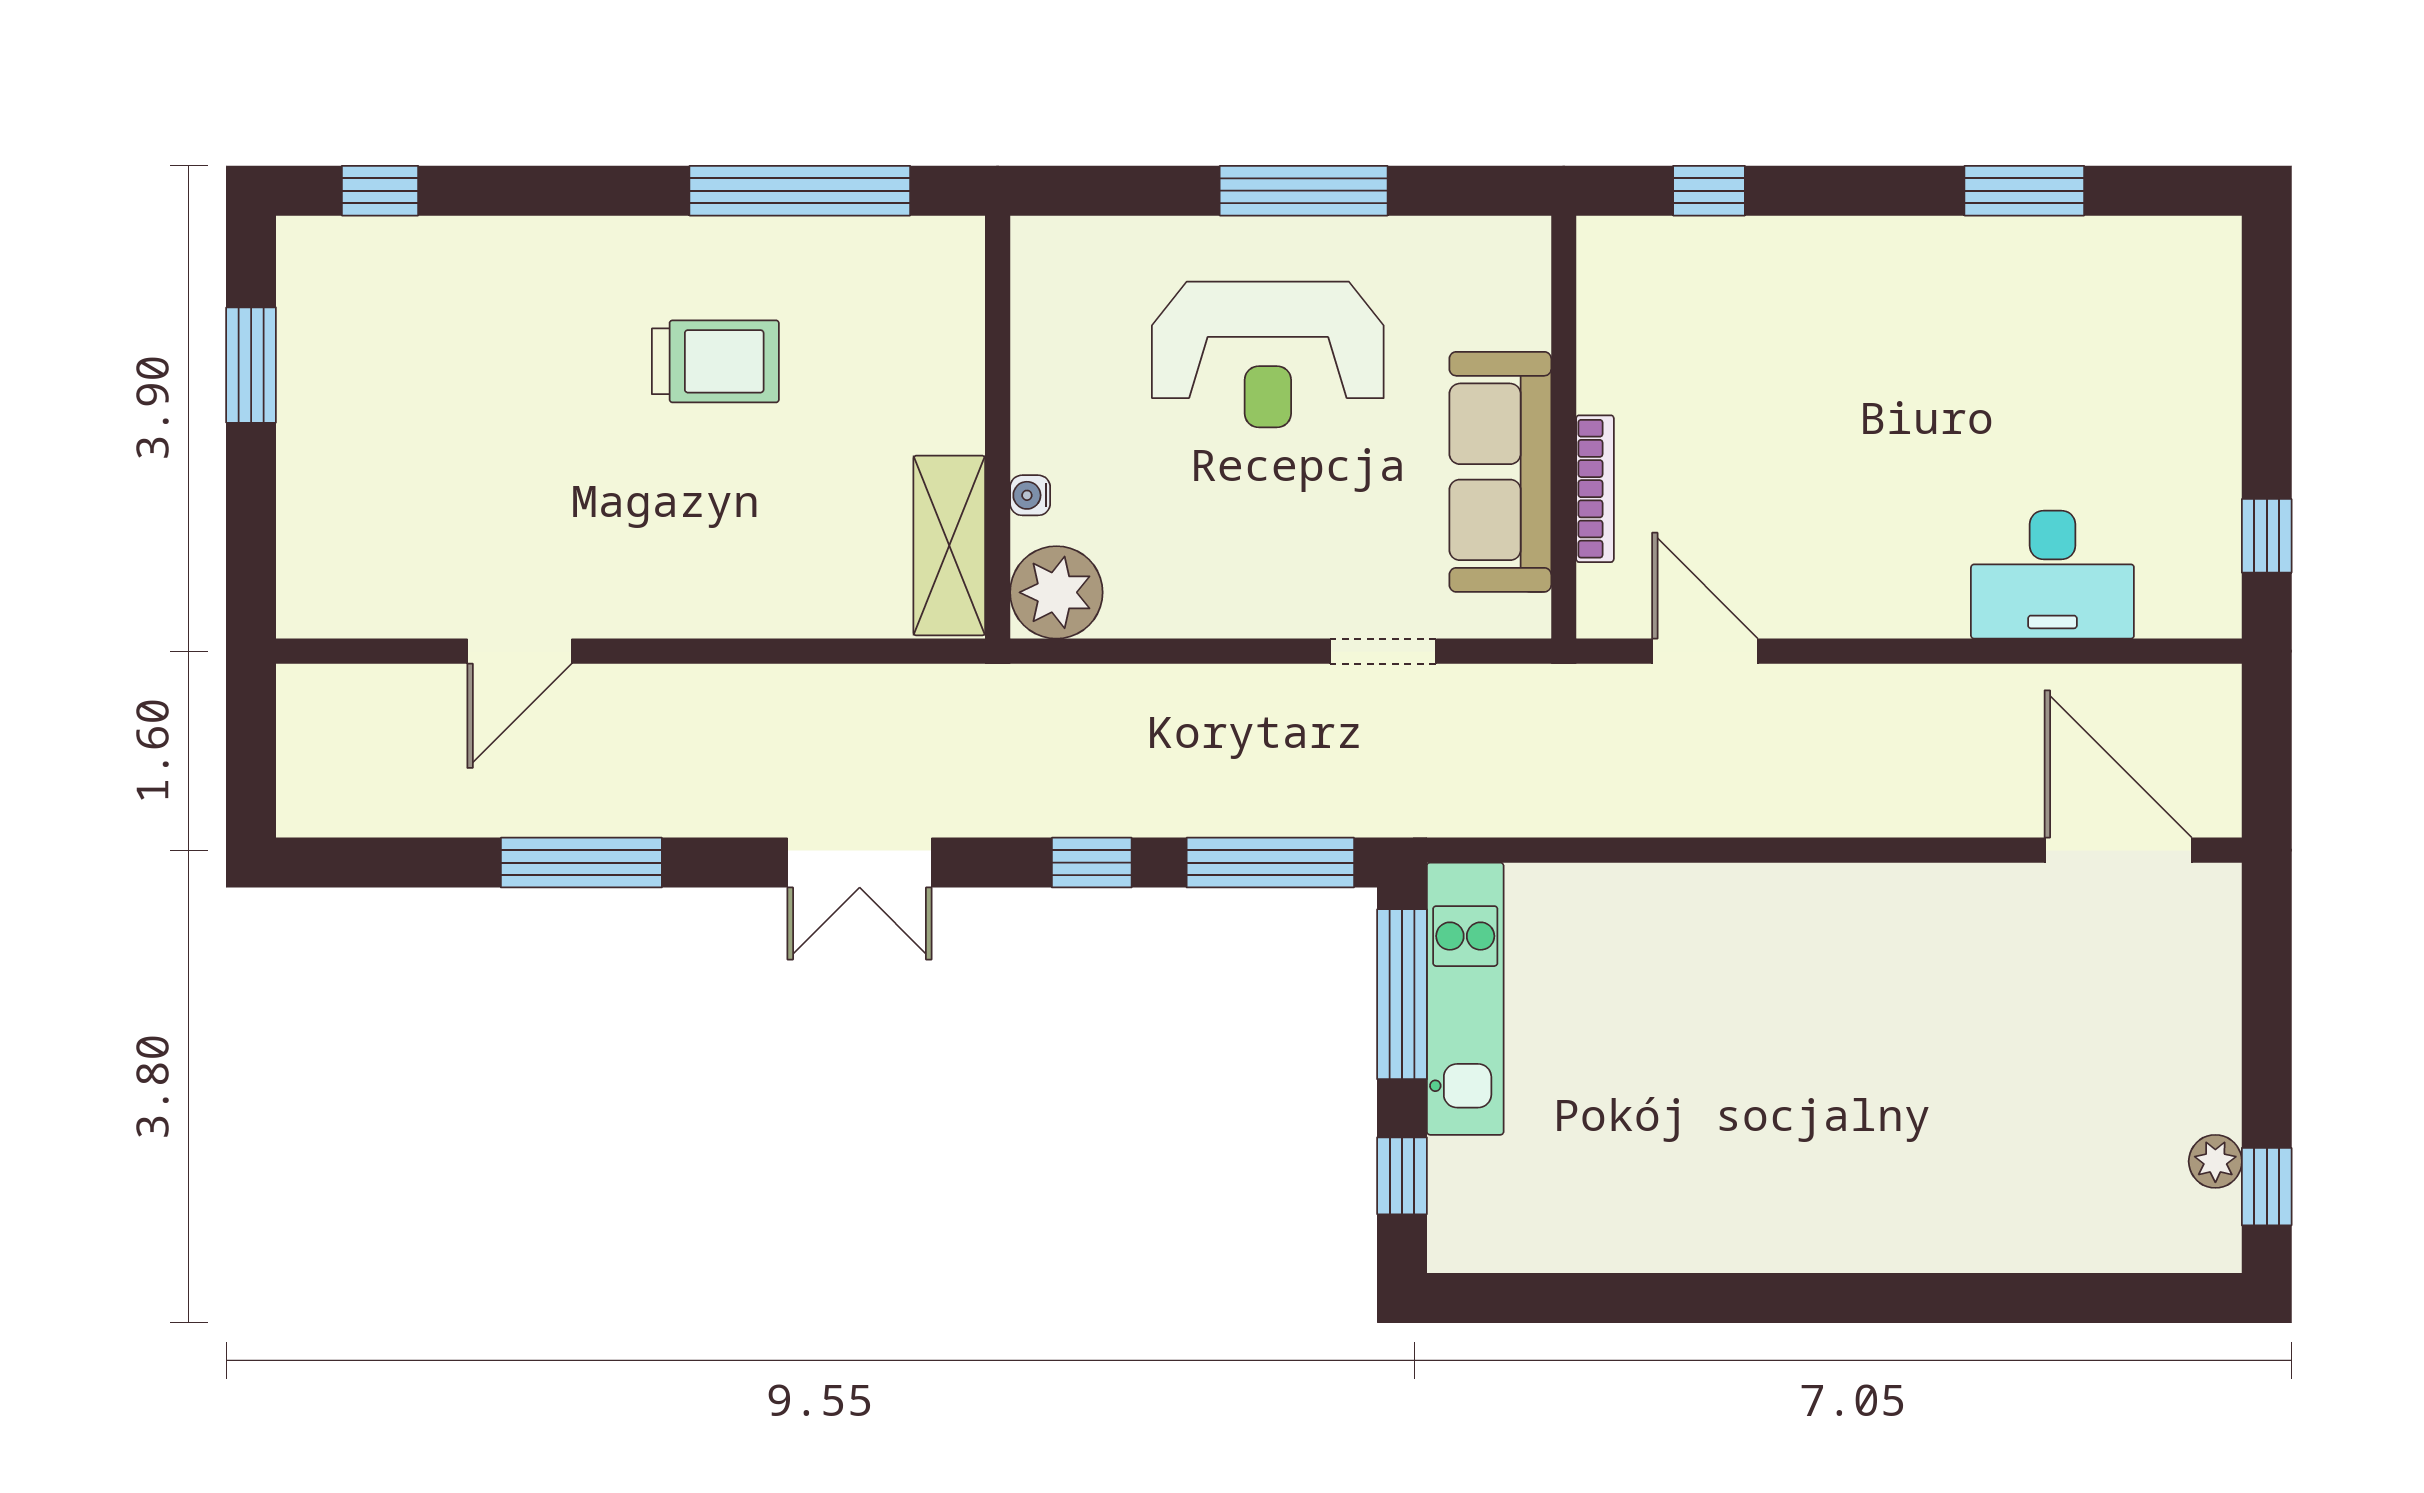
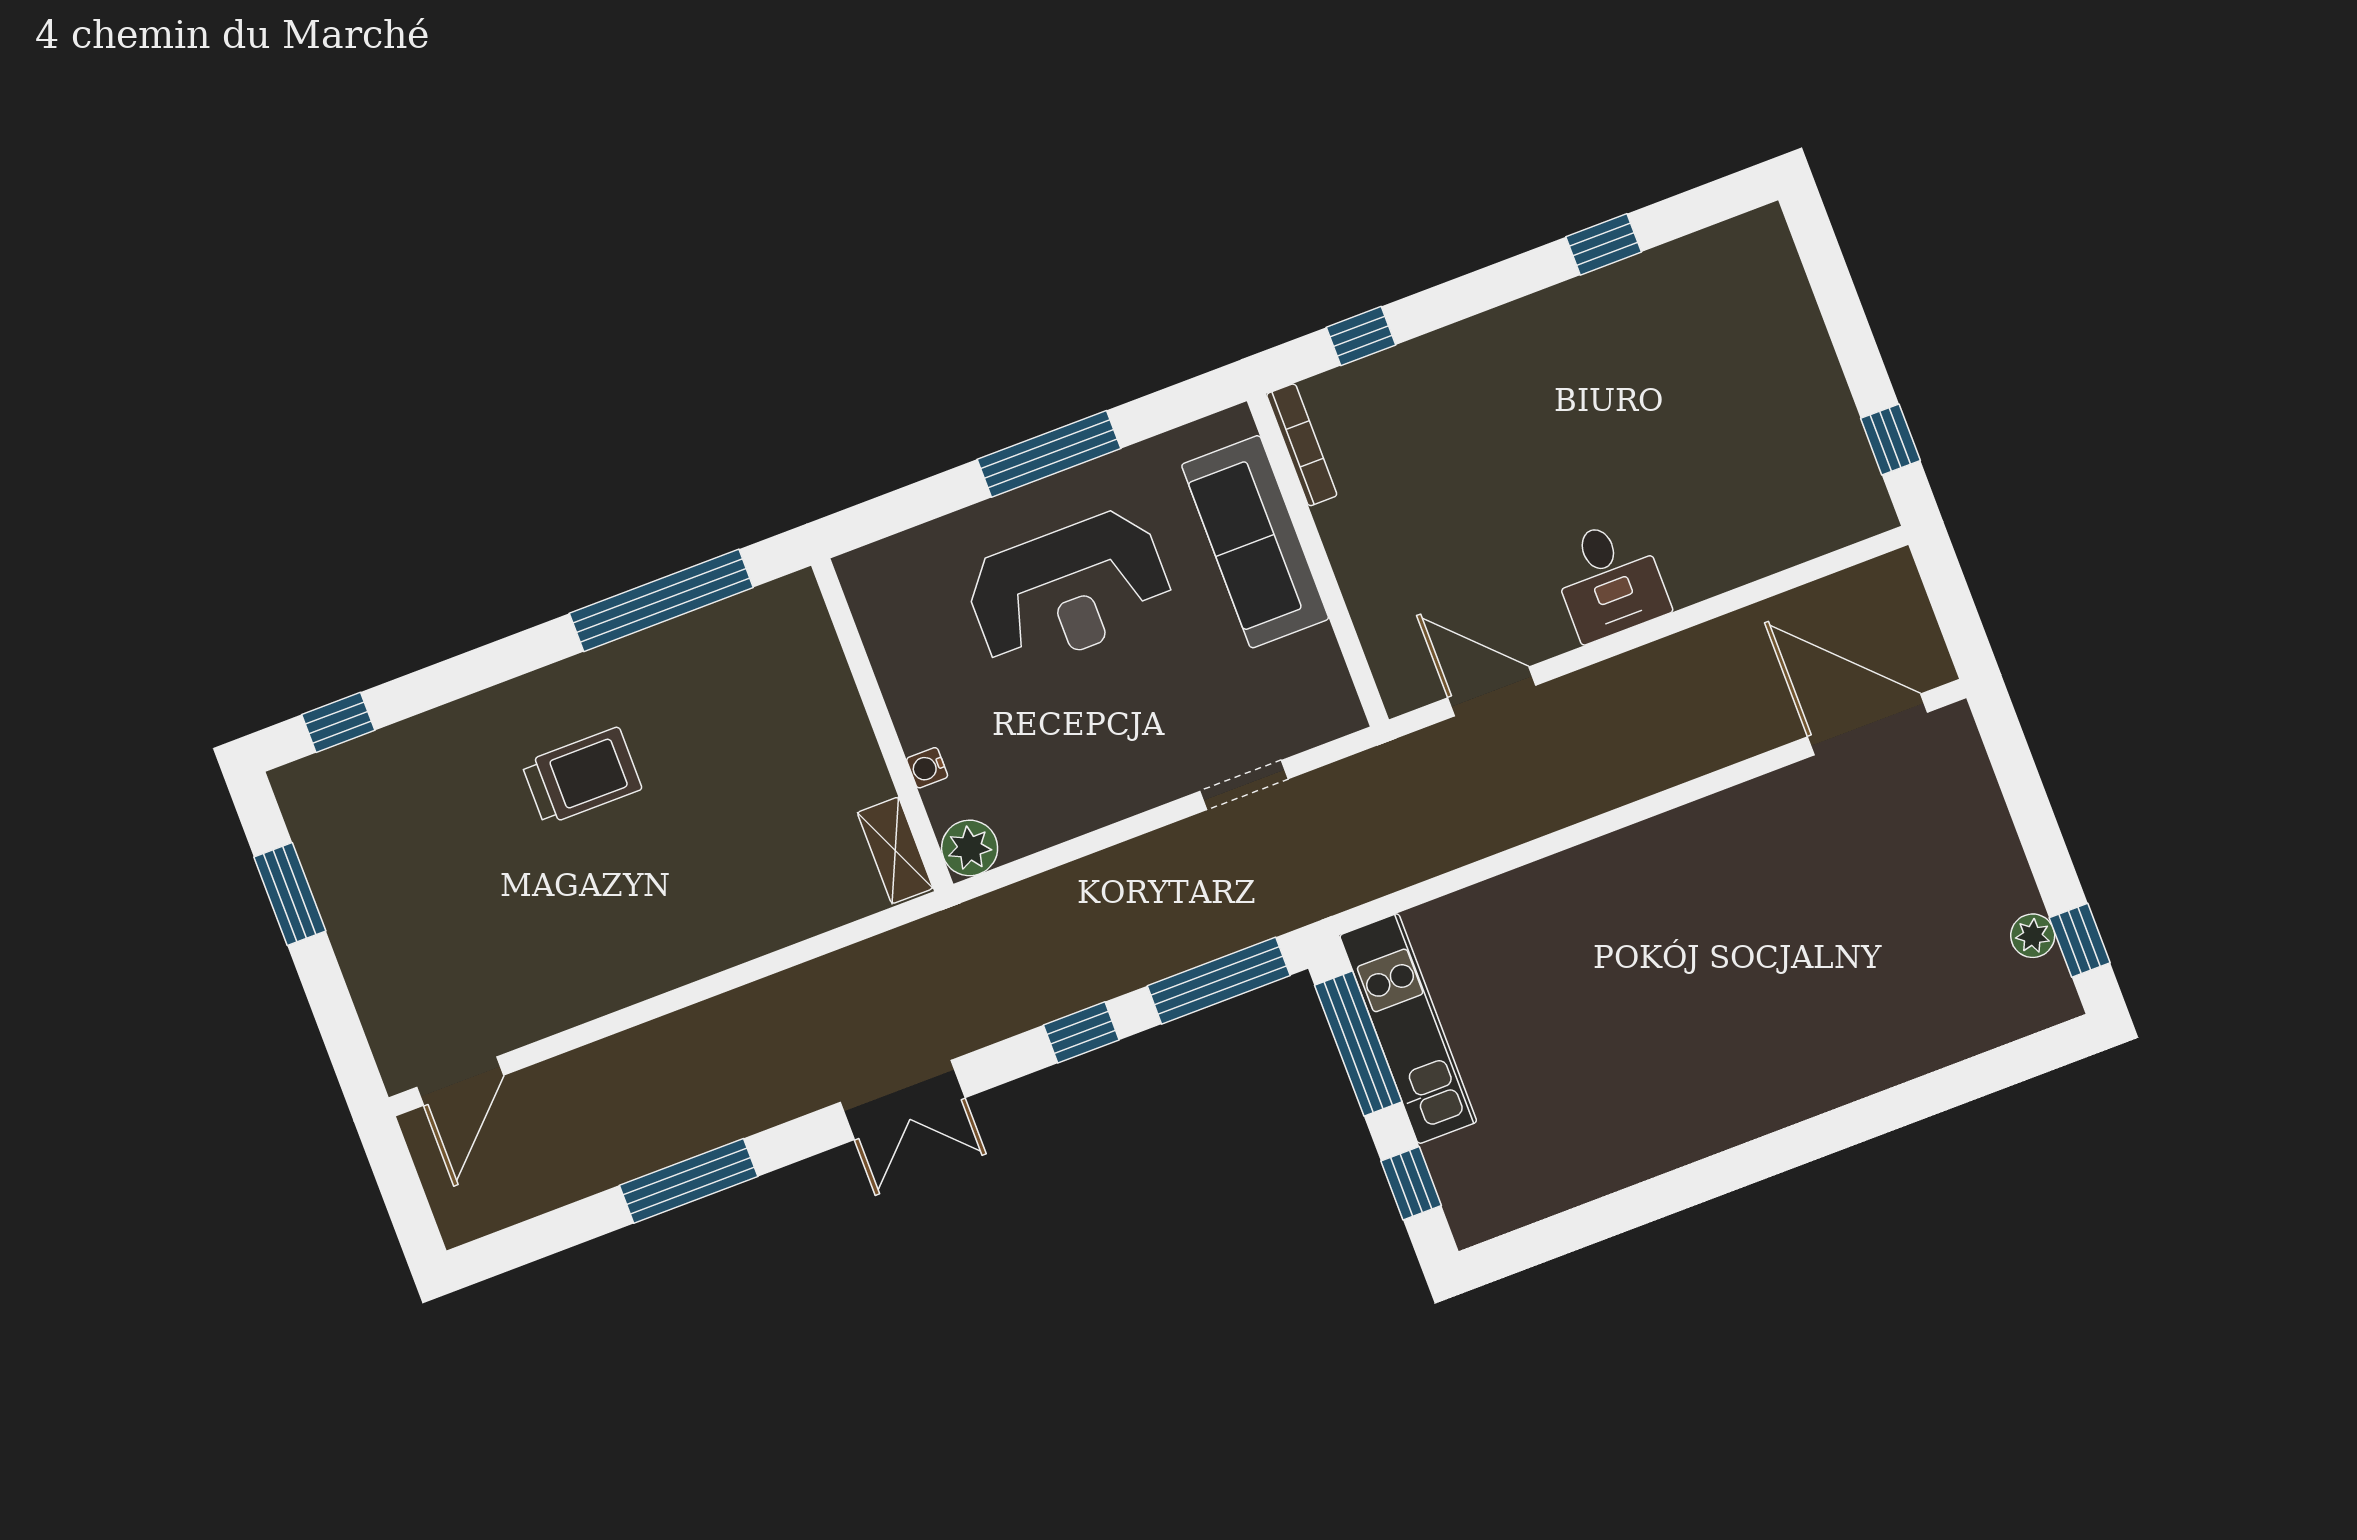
window: (2024, 191) -> (1604, 244), width x0.67
trolley: (715, 361) -> (582, 776), moved
sofa: (1500, 472) -> (1255, 542), moved
bookcase: (1595, 489) -> (1302, 445), moved
shelving: (949, 546) -> (895, 850), width x0.67, depth x0.75
desk: (2052, 575) -> (1609, 580), moved, width x0.73
plant: (1056, 592) -> (970, 848), width x0.73, depth x0.73
door: (519, 651) -> (460, 1081), moved

